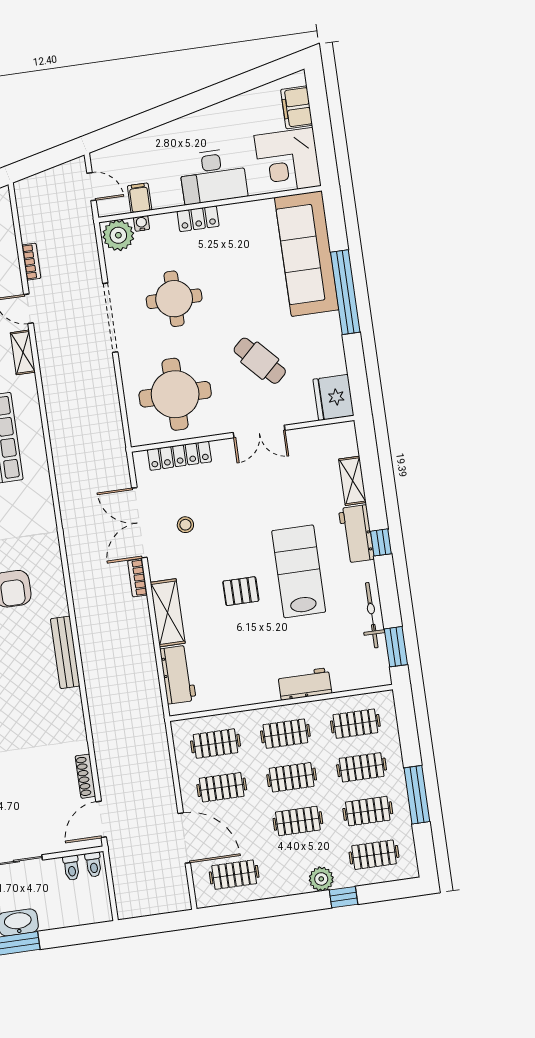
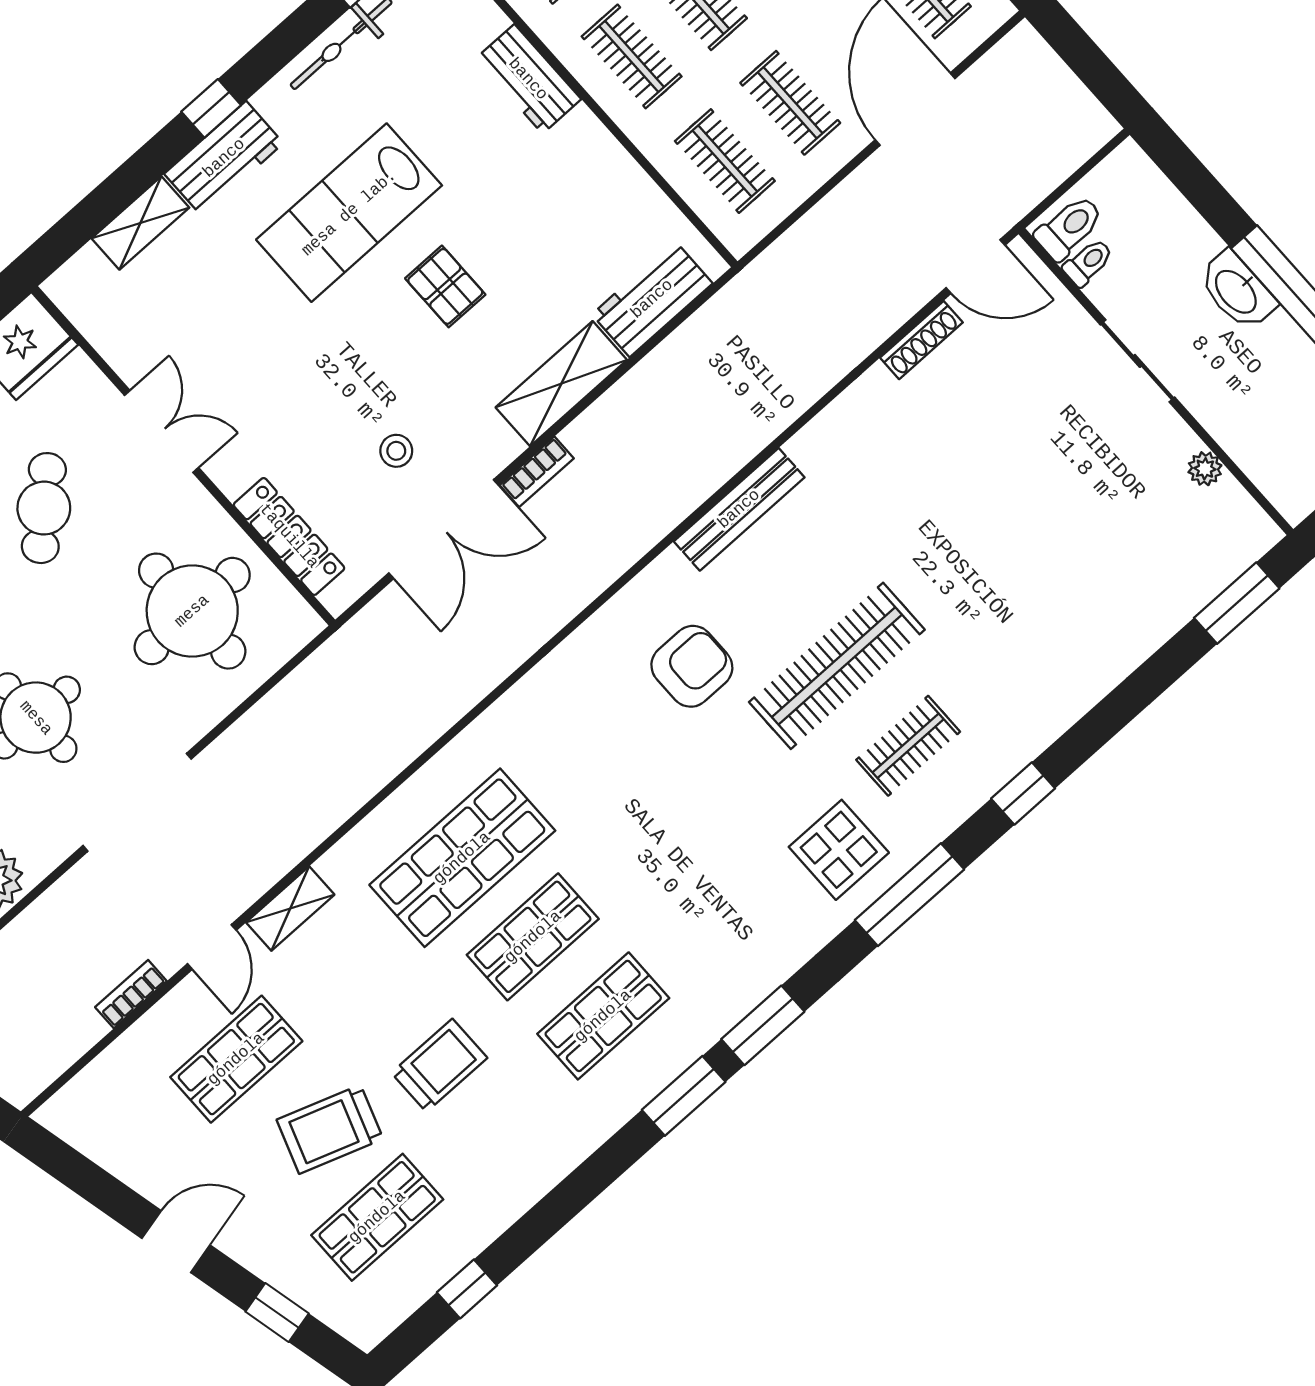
toilet: (94, 865) -> (1069, 228), width x1.37, depth x1.39

